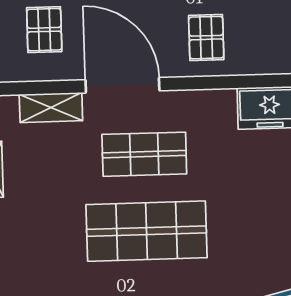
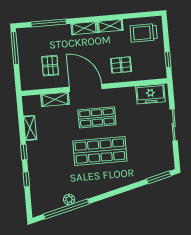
pallet: (206, 38) -> (121, 65), turned 90

